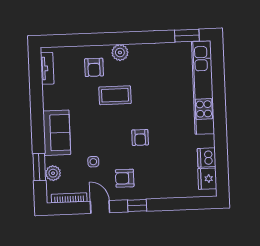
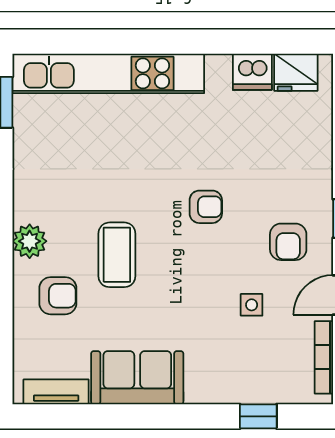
sofa: (57, 133) -> (137, 378), moved
window: (39, 167) -> (258, 416), width x0.67
plant: (53, 173) -> (272, 389), removed

